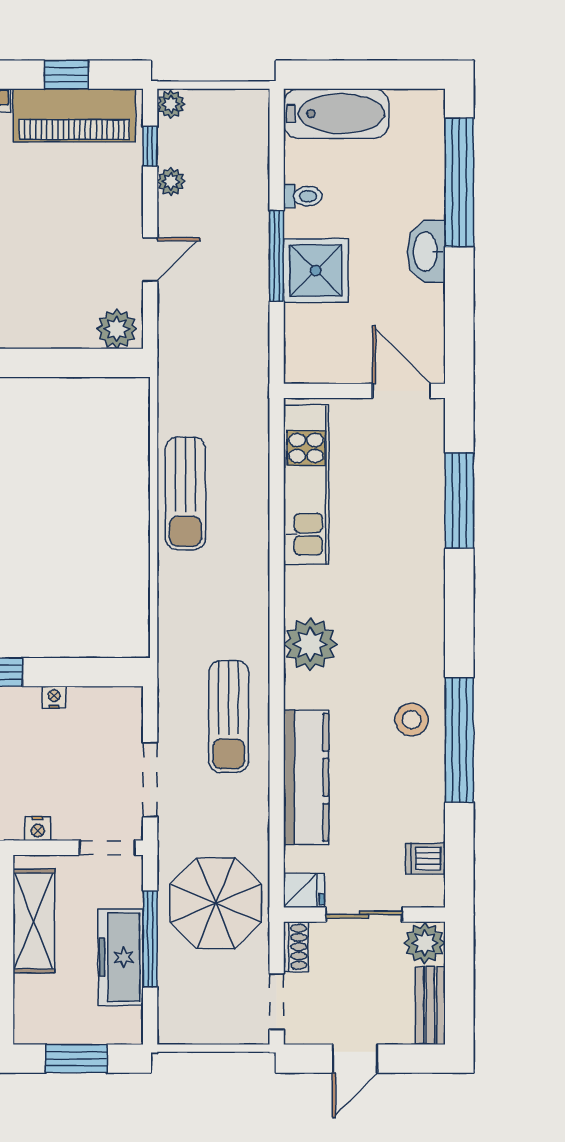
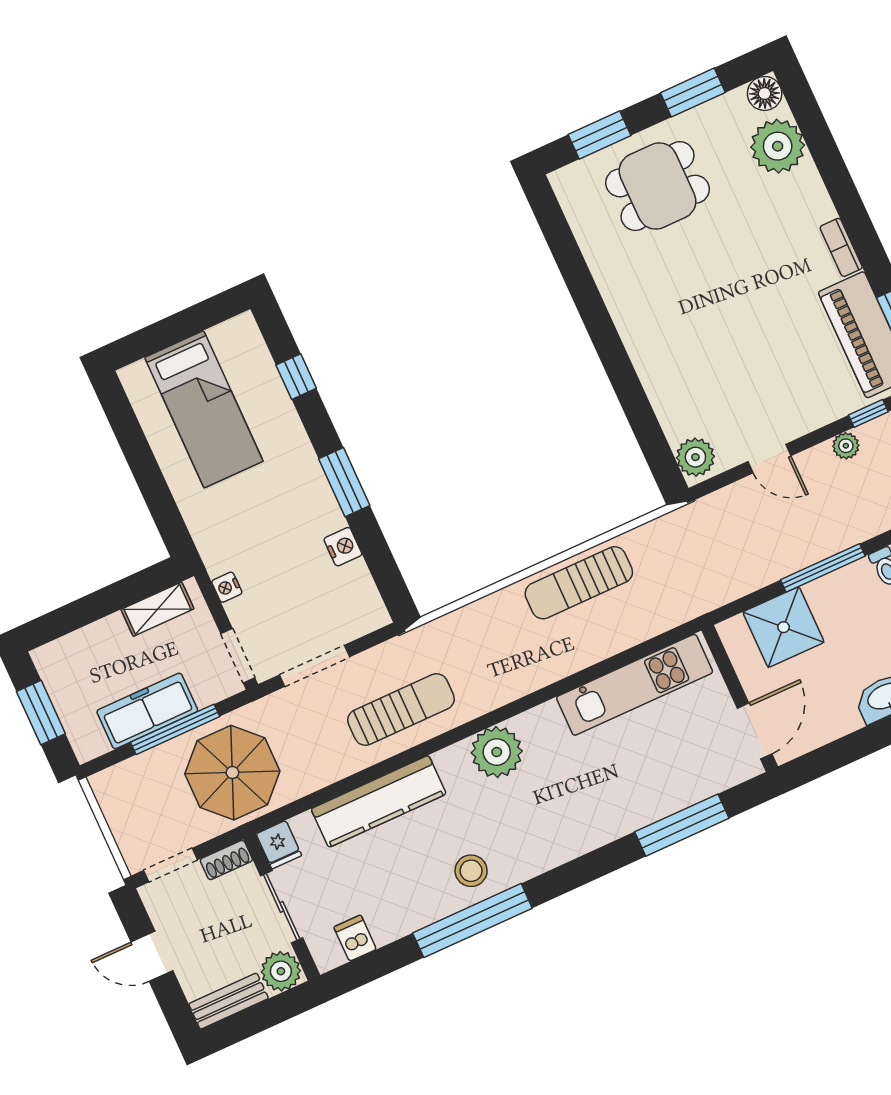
shower: (316, 270) -> (784, 627), moved
nightstand: (54, 697) -> (343, 547), width x1.39, depth x1.35
sun lounger: (229, 716) -> (401, 709), turned 180
shelving: (34, 921) -> (157, 609), width x0.67, depth x0.75

